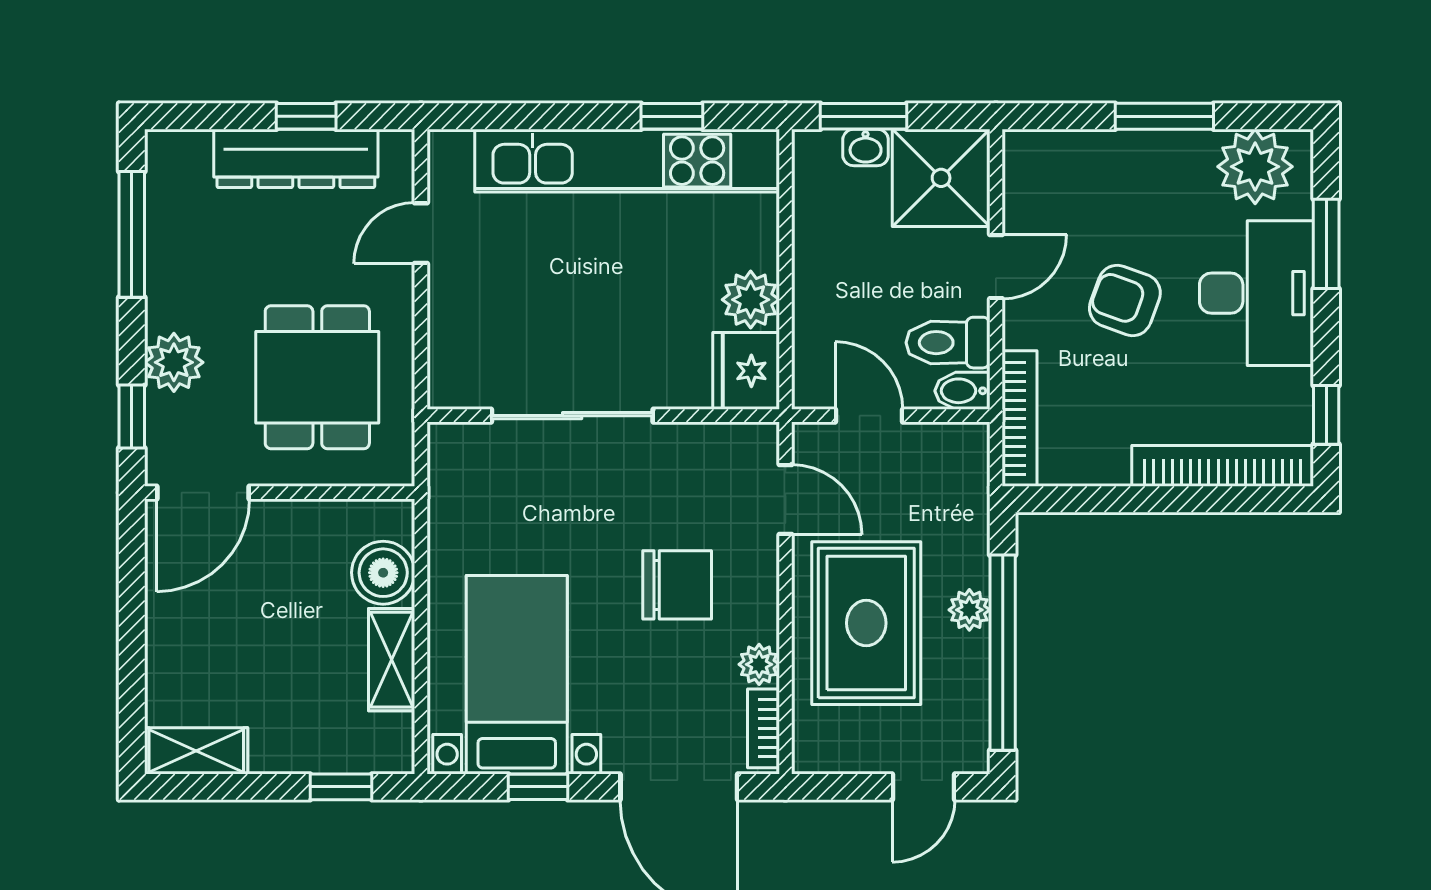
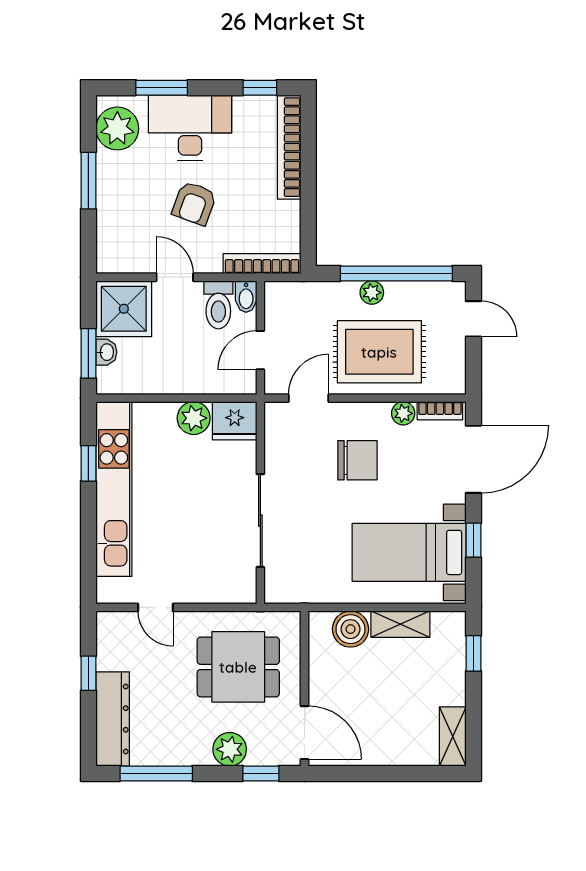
dresser: (296, 158) -> (113, 719), moved
chair: (677, 585) -> (357, 460), turned 90

